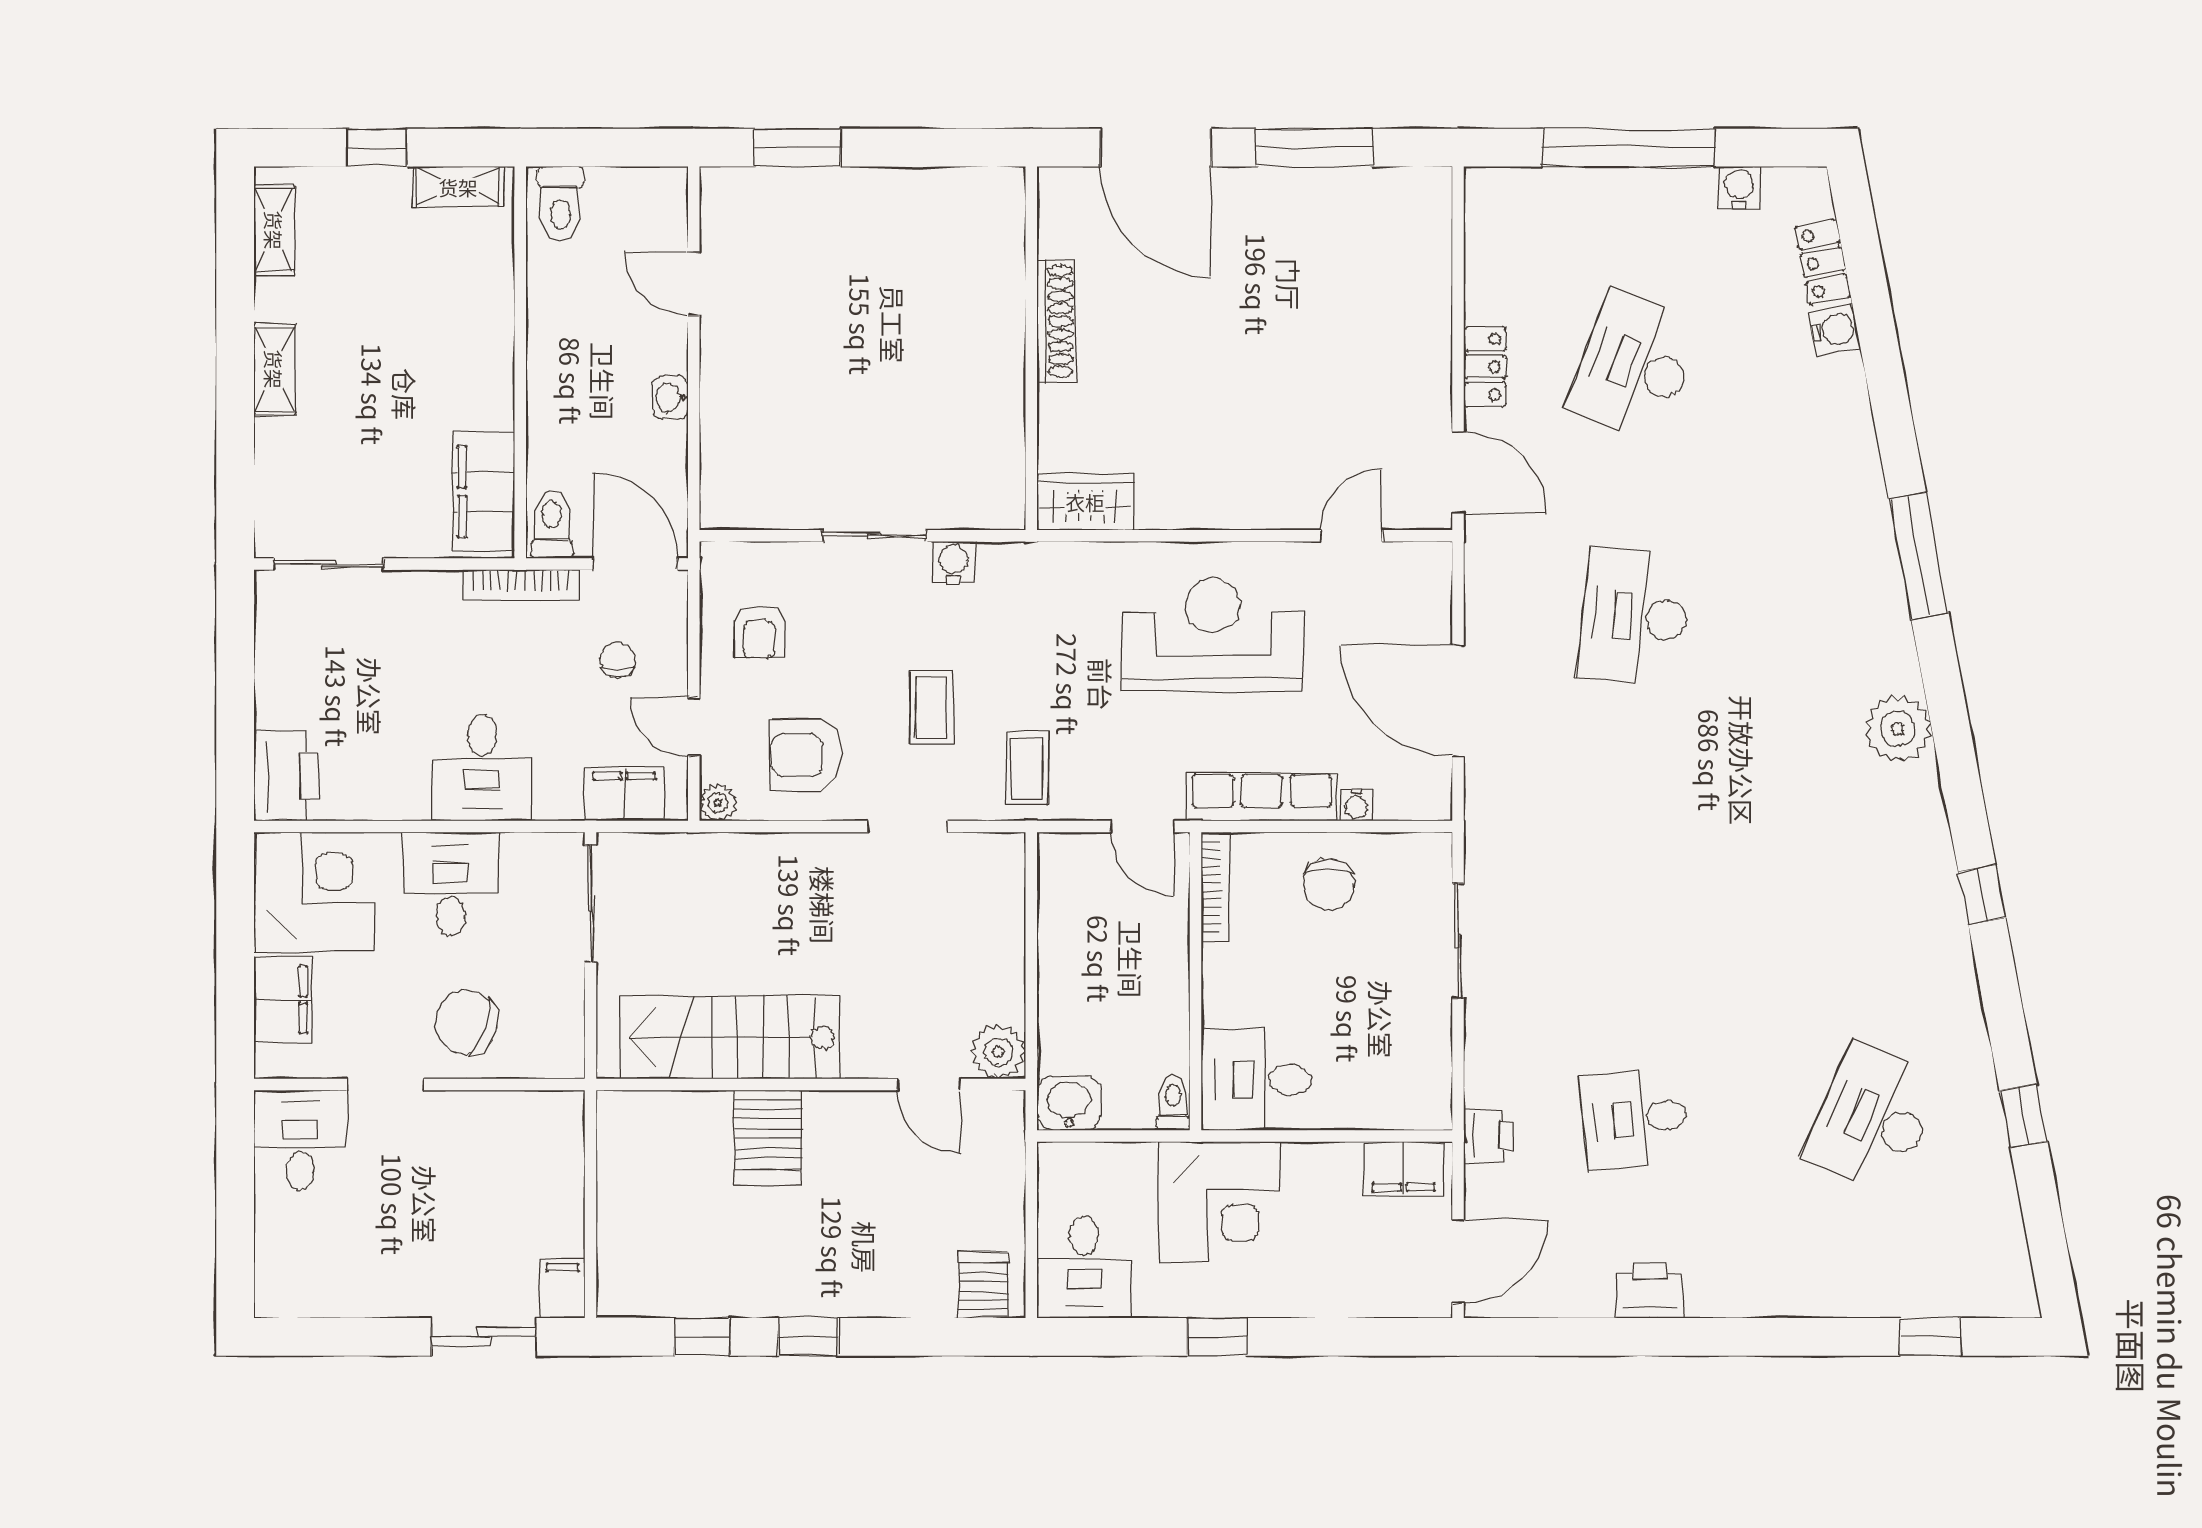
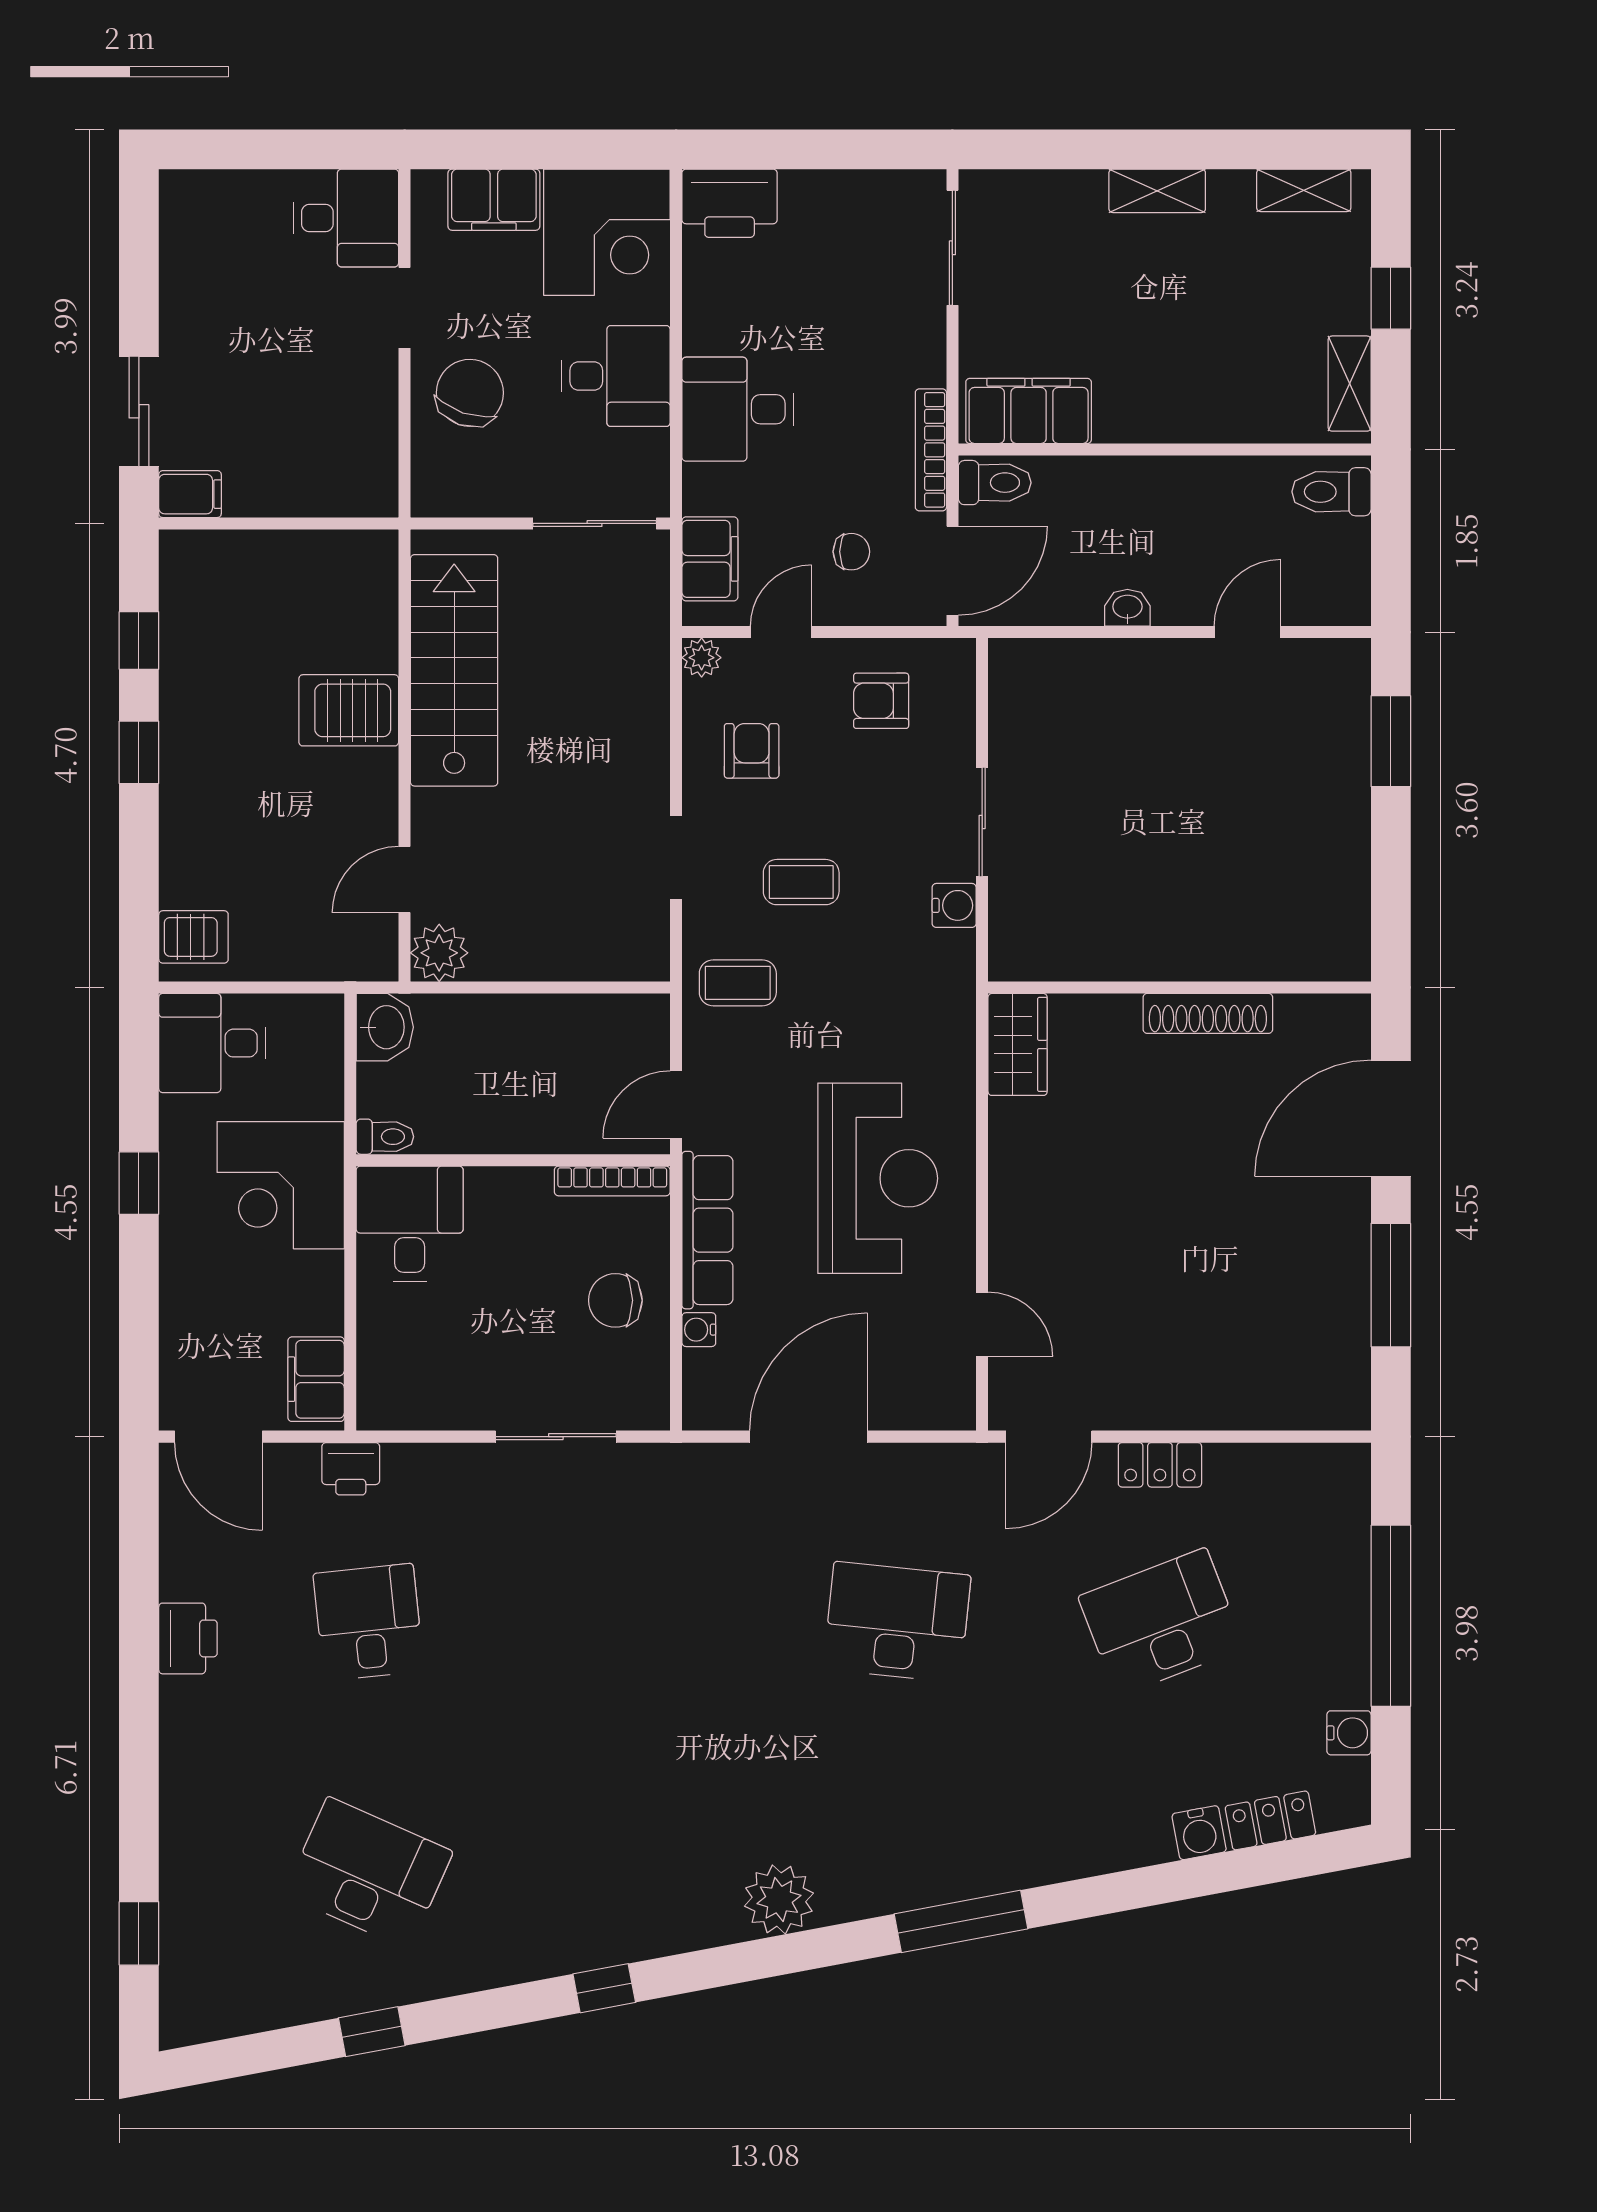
desk: (1634, 366) -> (1161, 1622), turned -42
armchair: (807, 755) -> (752, 751), width x0.72, depth x0.72

